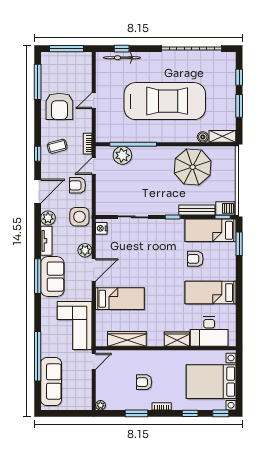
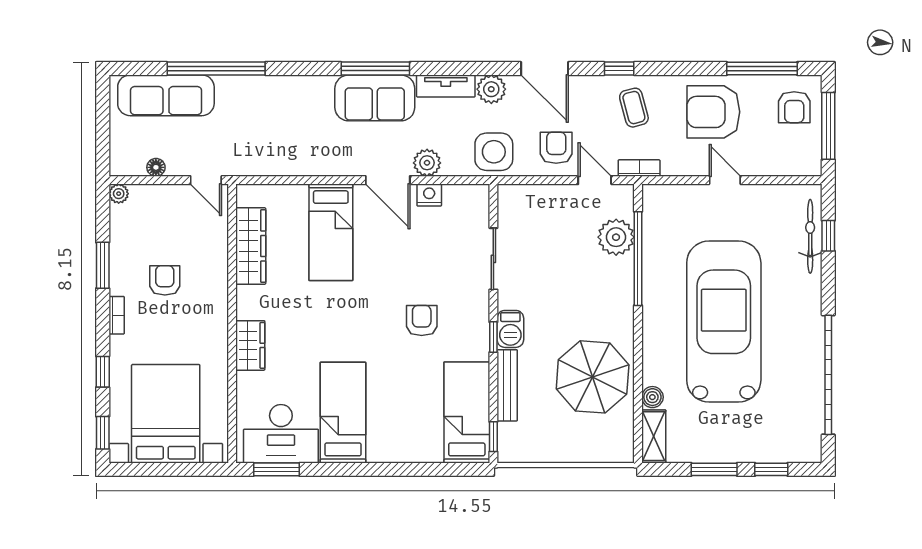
armchair: (57, 66) -> (794, 107), added
car: (165, 101) -> (724, 321), turned 180
barbecue: (225, 208) -> (510, 329), moved
nightstand: (101, 228) -> (429, 195), moved
window: (239, 244) -> (276, 469), moved
armchair: (195, 259) -> (422, 320), moved
corner sofa: (75, 326) -> (277, 142), removed
desk: (209, 332) -> (281, 434), moved, turned -90
floor lamp: (87, 387) -> (156, 167), added

